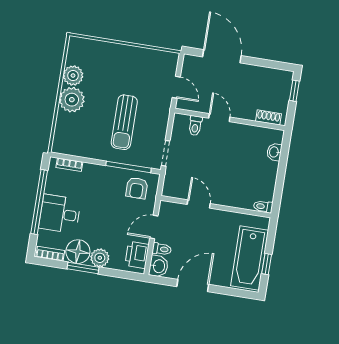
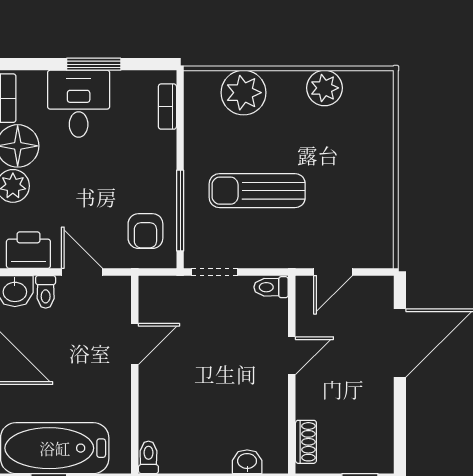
plant: (72, 100) -> (244, 93), moved
toilet: (195, 126) -> (271, 287), moved
armchair: (137, 188) -> (145, 231), turned -90
window: (39, 202) -> (94, 64), width x0.47

